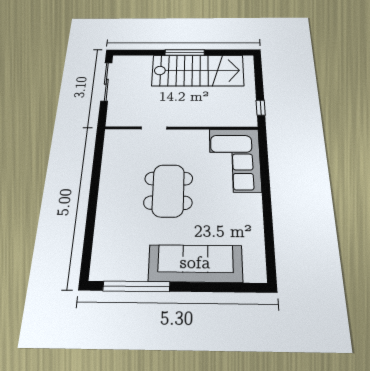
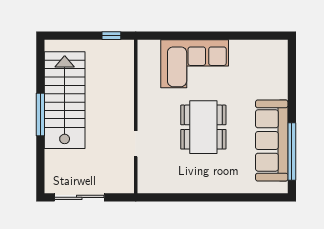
corner sofa: (235, 160) -> (195, 64), moved
dining table: (168, 190) -> (203, 127), turned 90
sofa: (195, 263) -> (272, 140), moved

